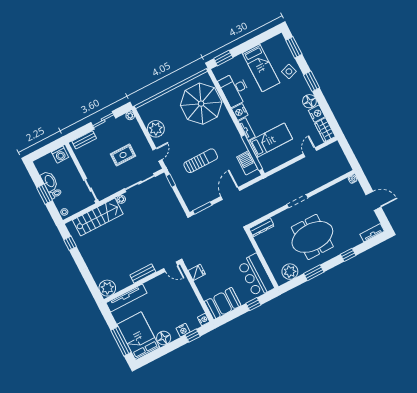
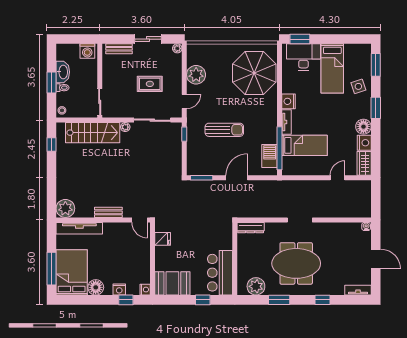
desk: (235, 89) -> (303, 57), moved, turned 90

